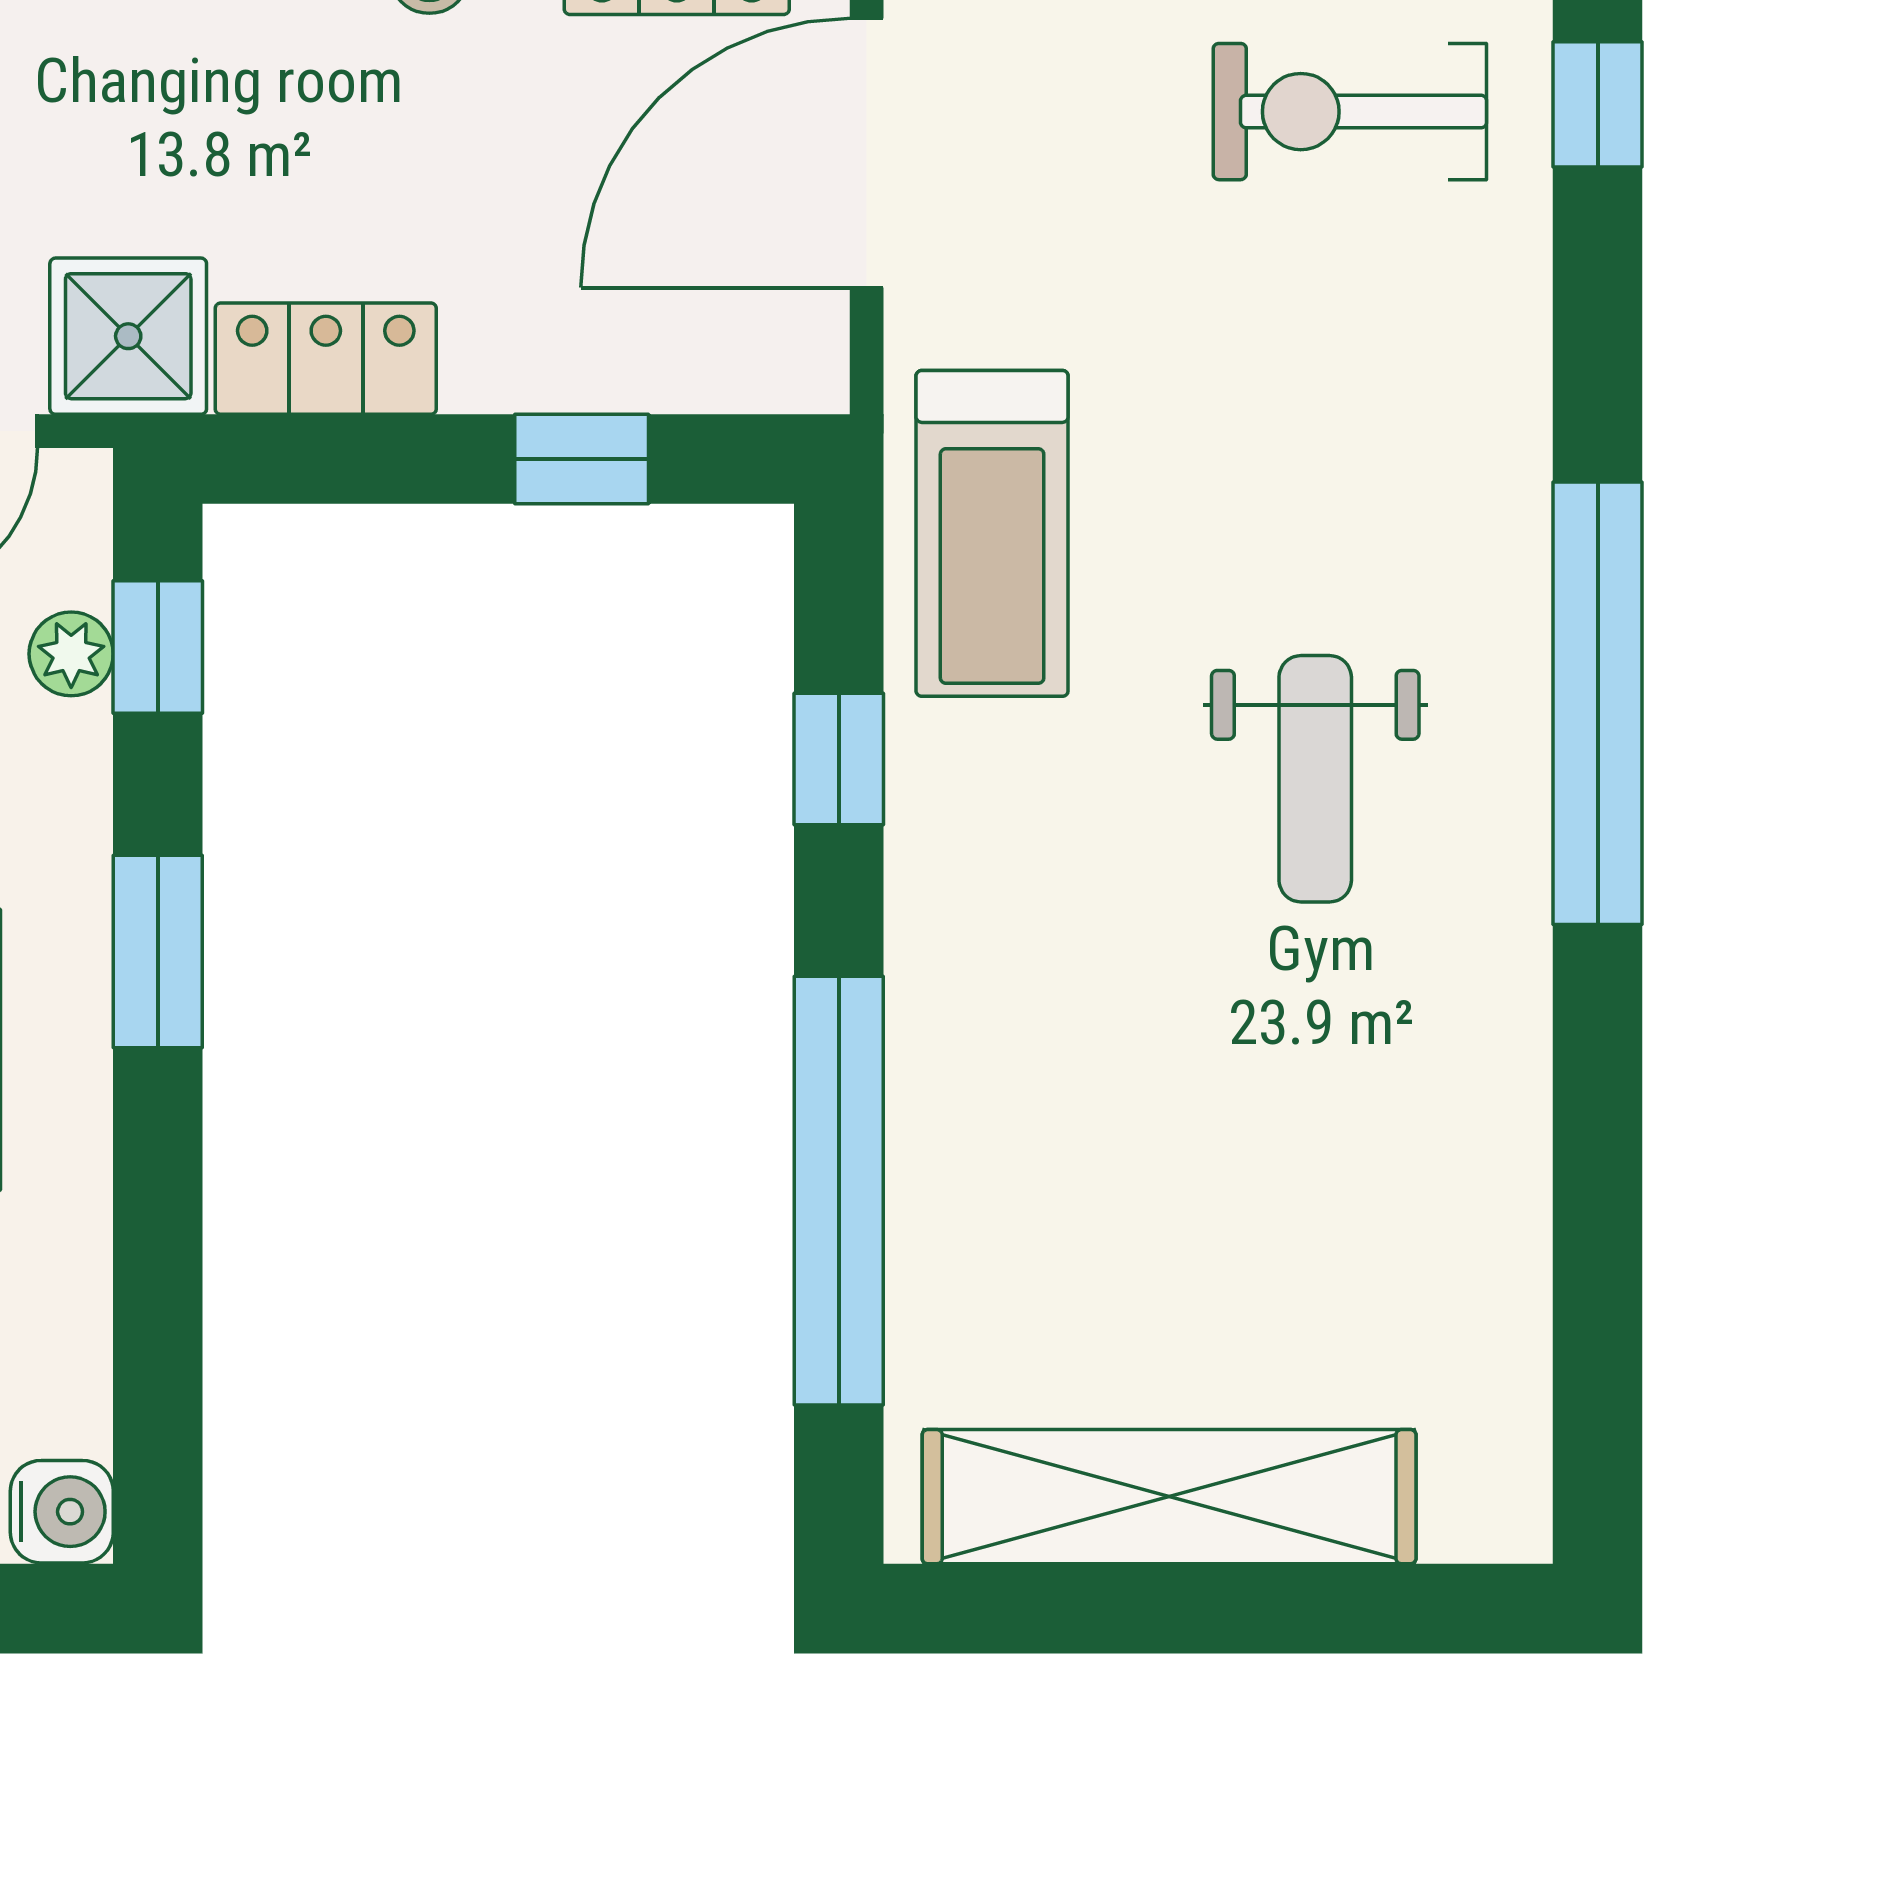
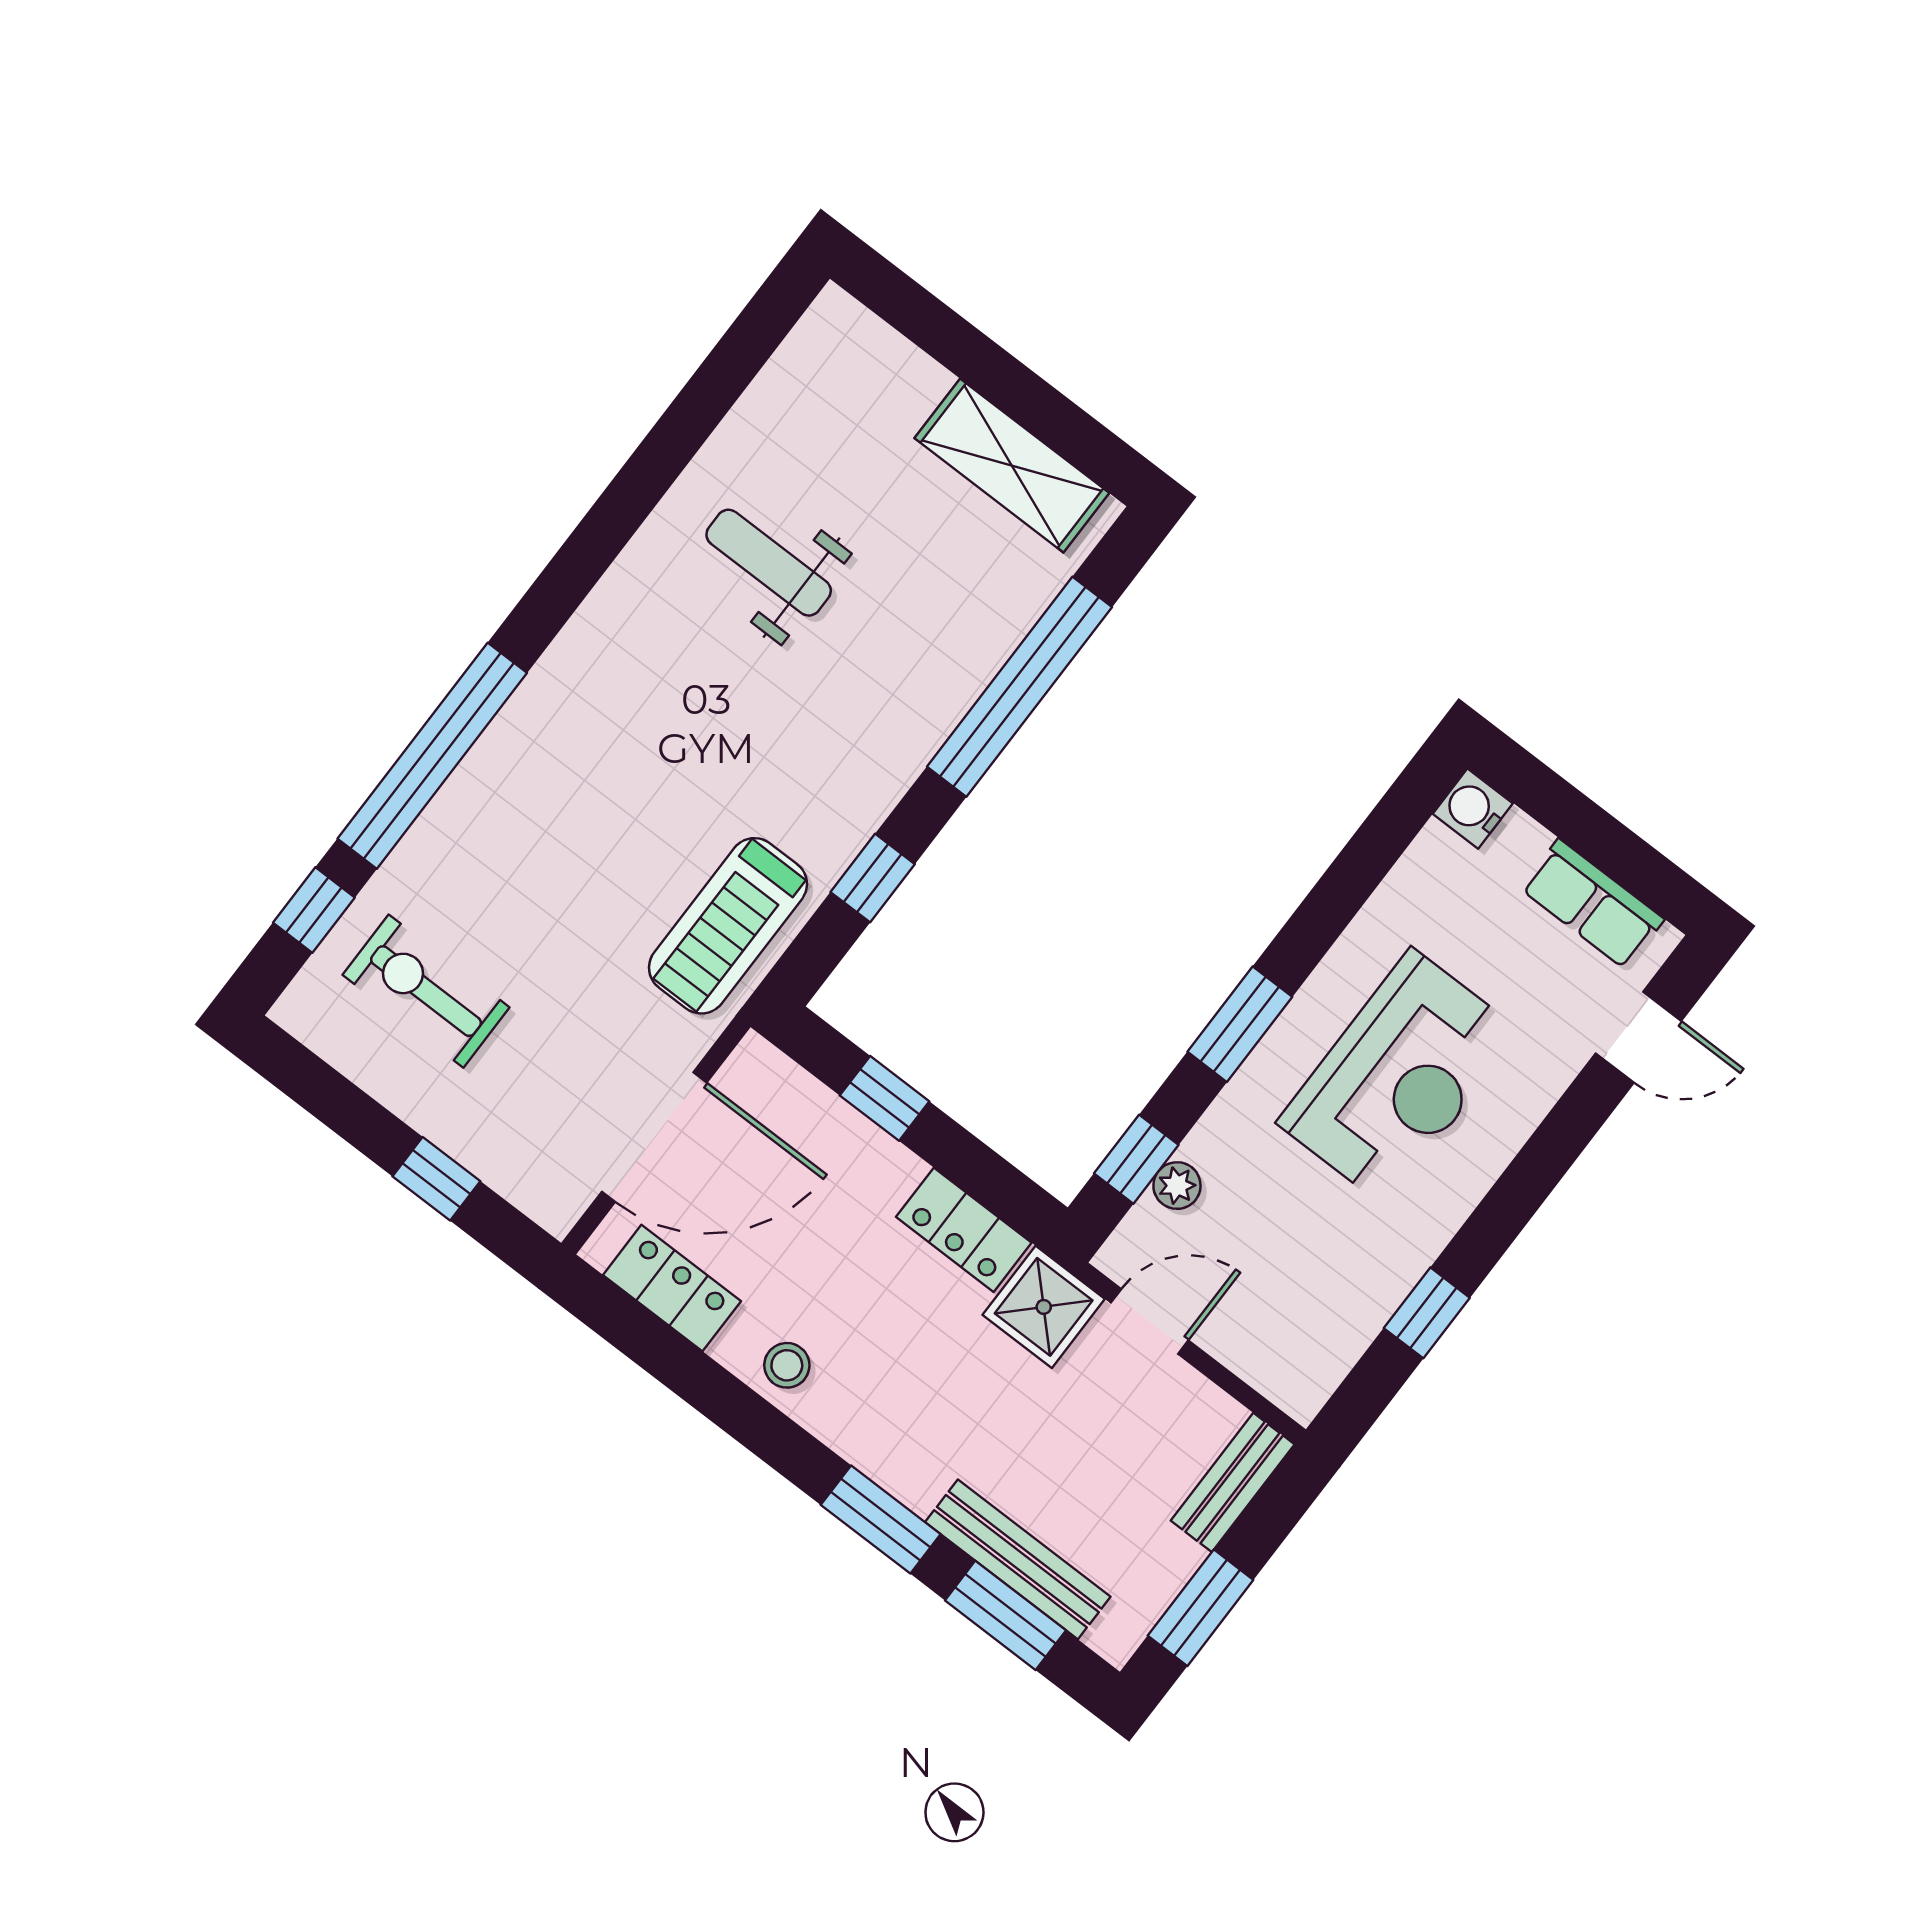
exercise bike: (1350, 112) -> (426, 991), turned 180
treadmill: (992, 533) -> (728, 926), turned 180
window: (1598, 703) -> (432, 756), moved
weight bench: (1315, 779) -> (769, 563), moved, turned -90
shelving: (1169, 1497) -> (1012, 466), width x0.68

